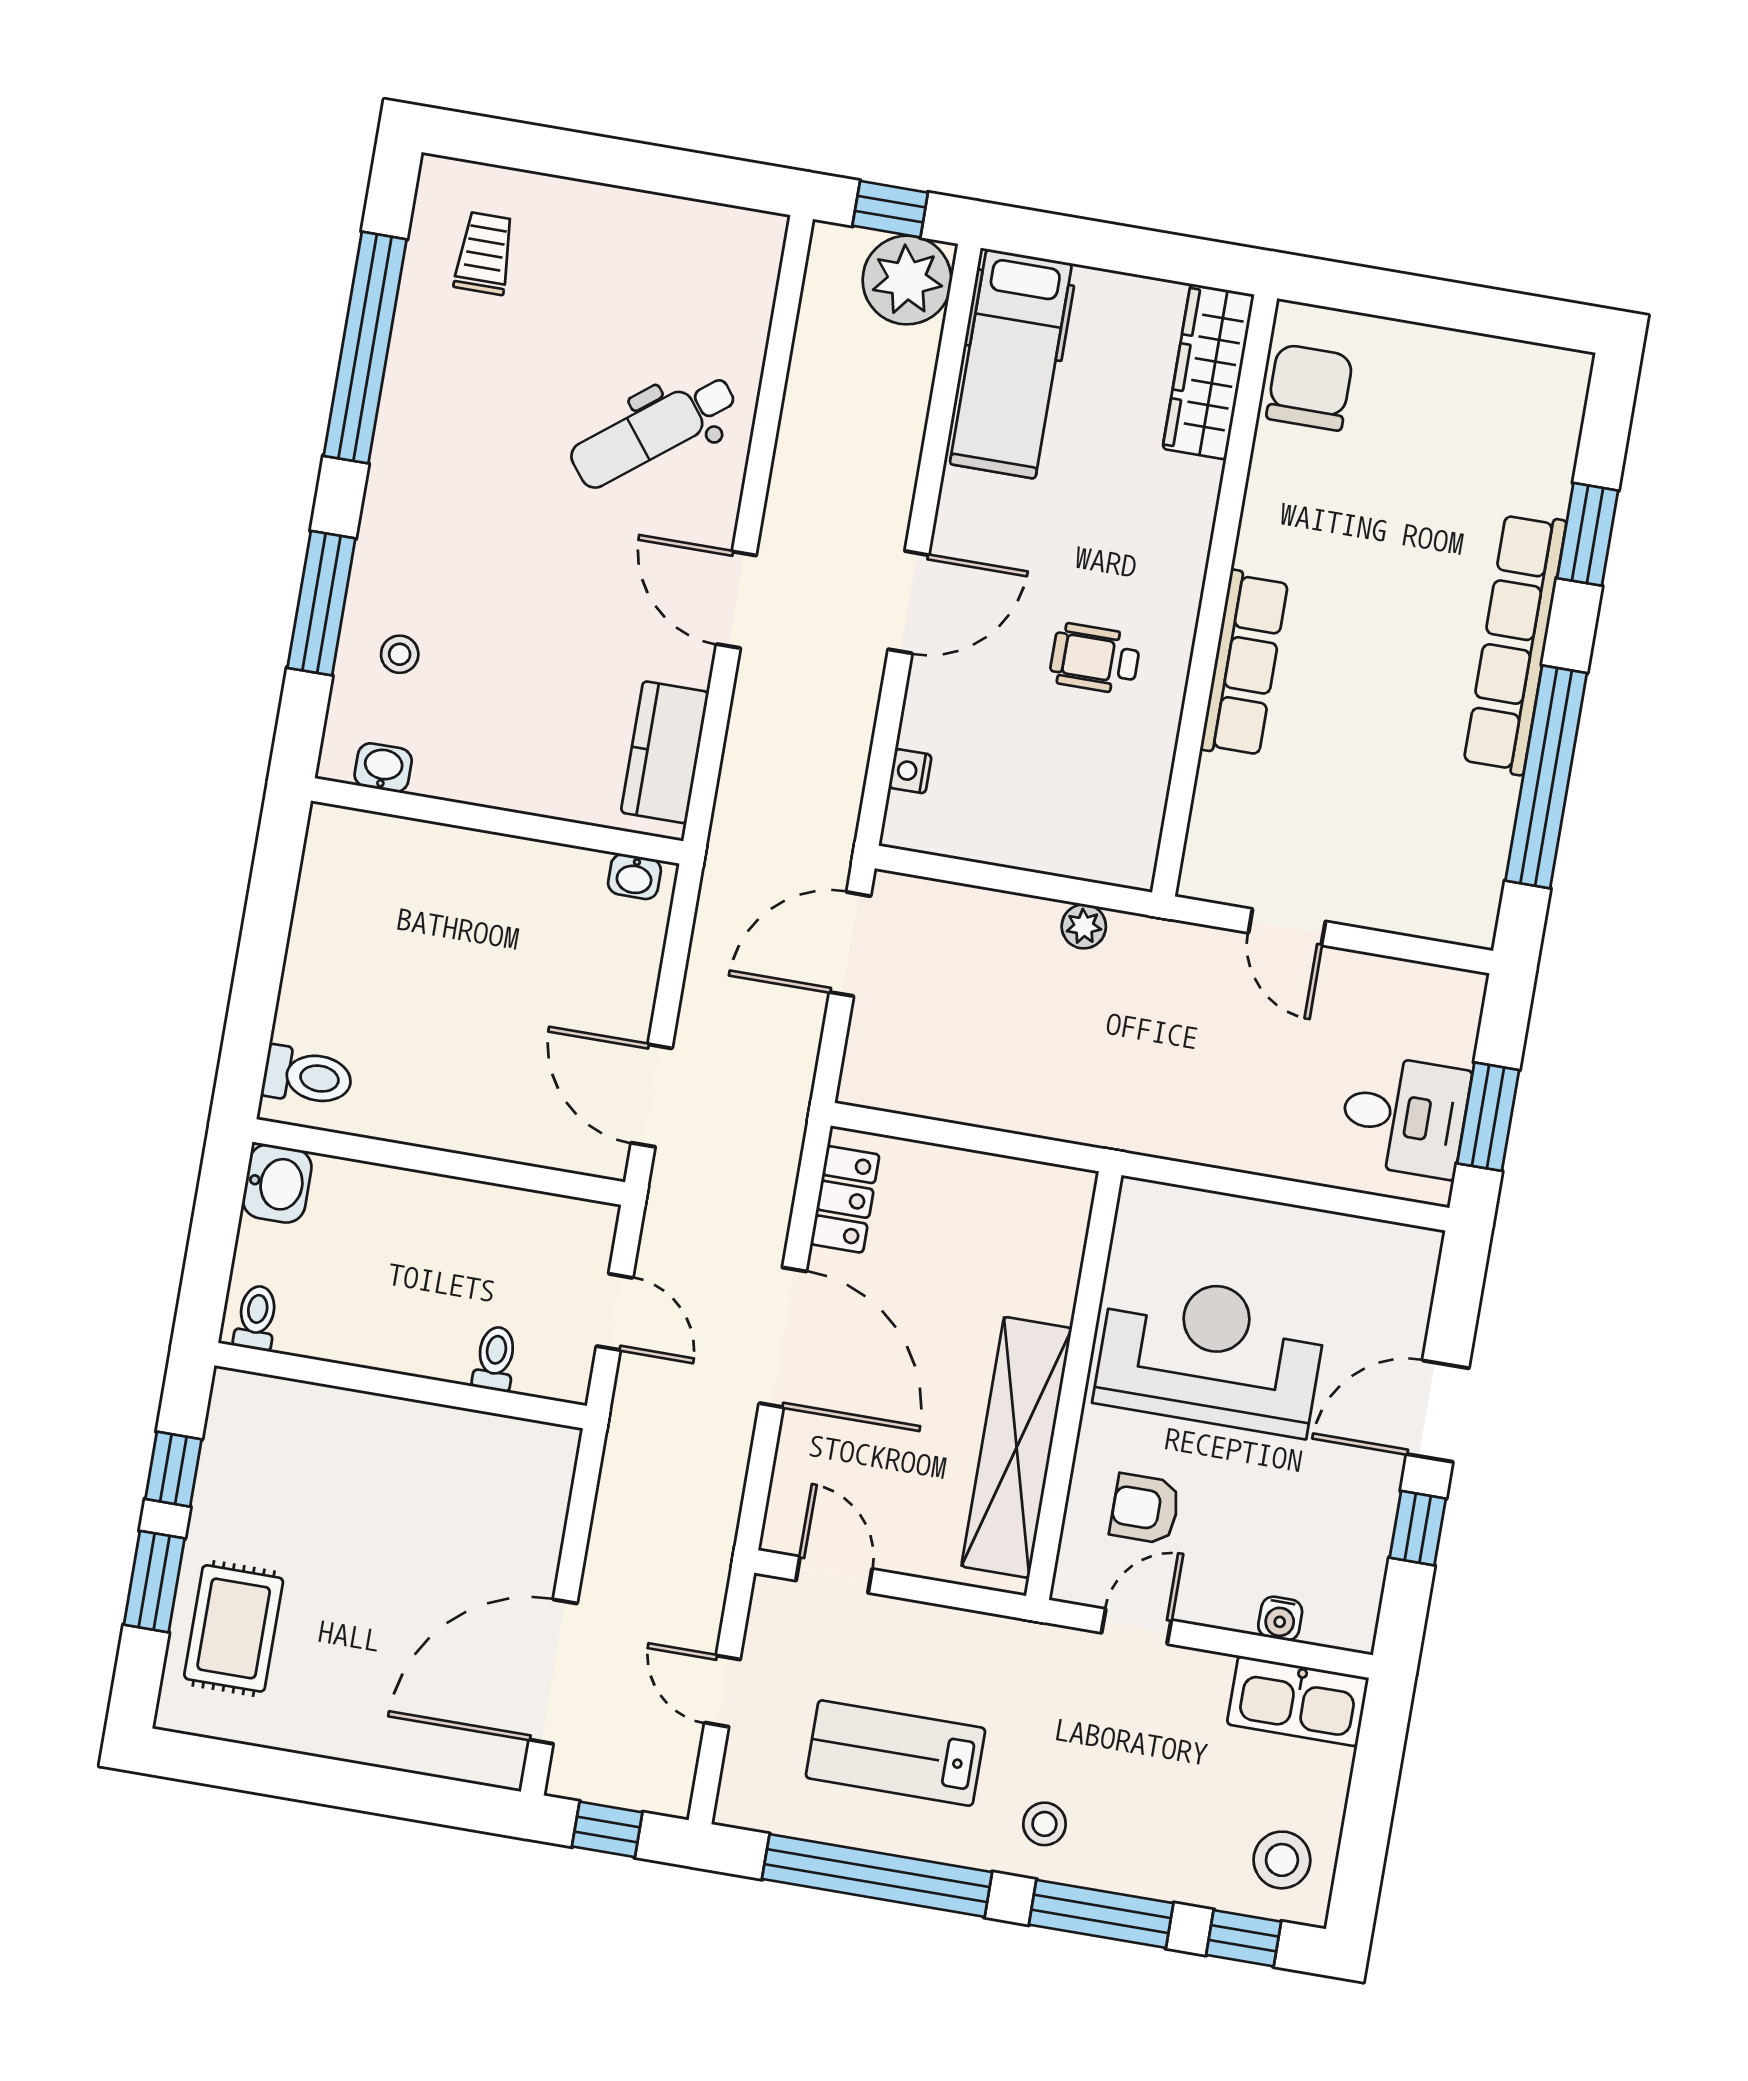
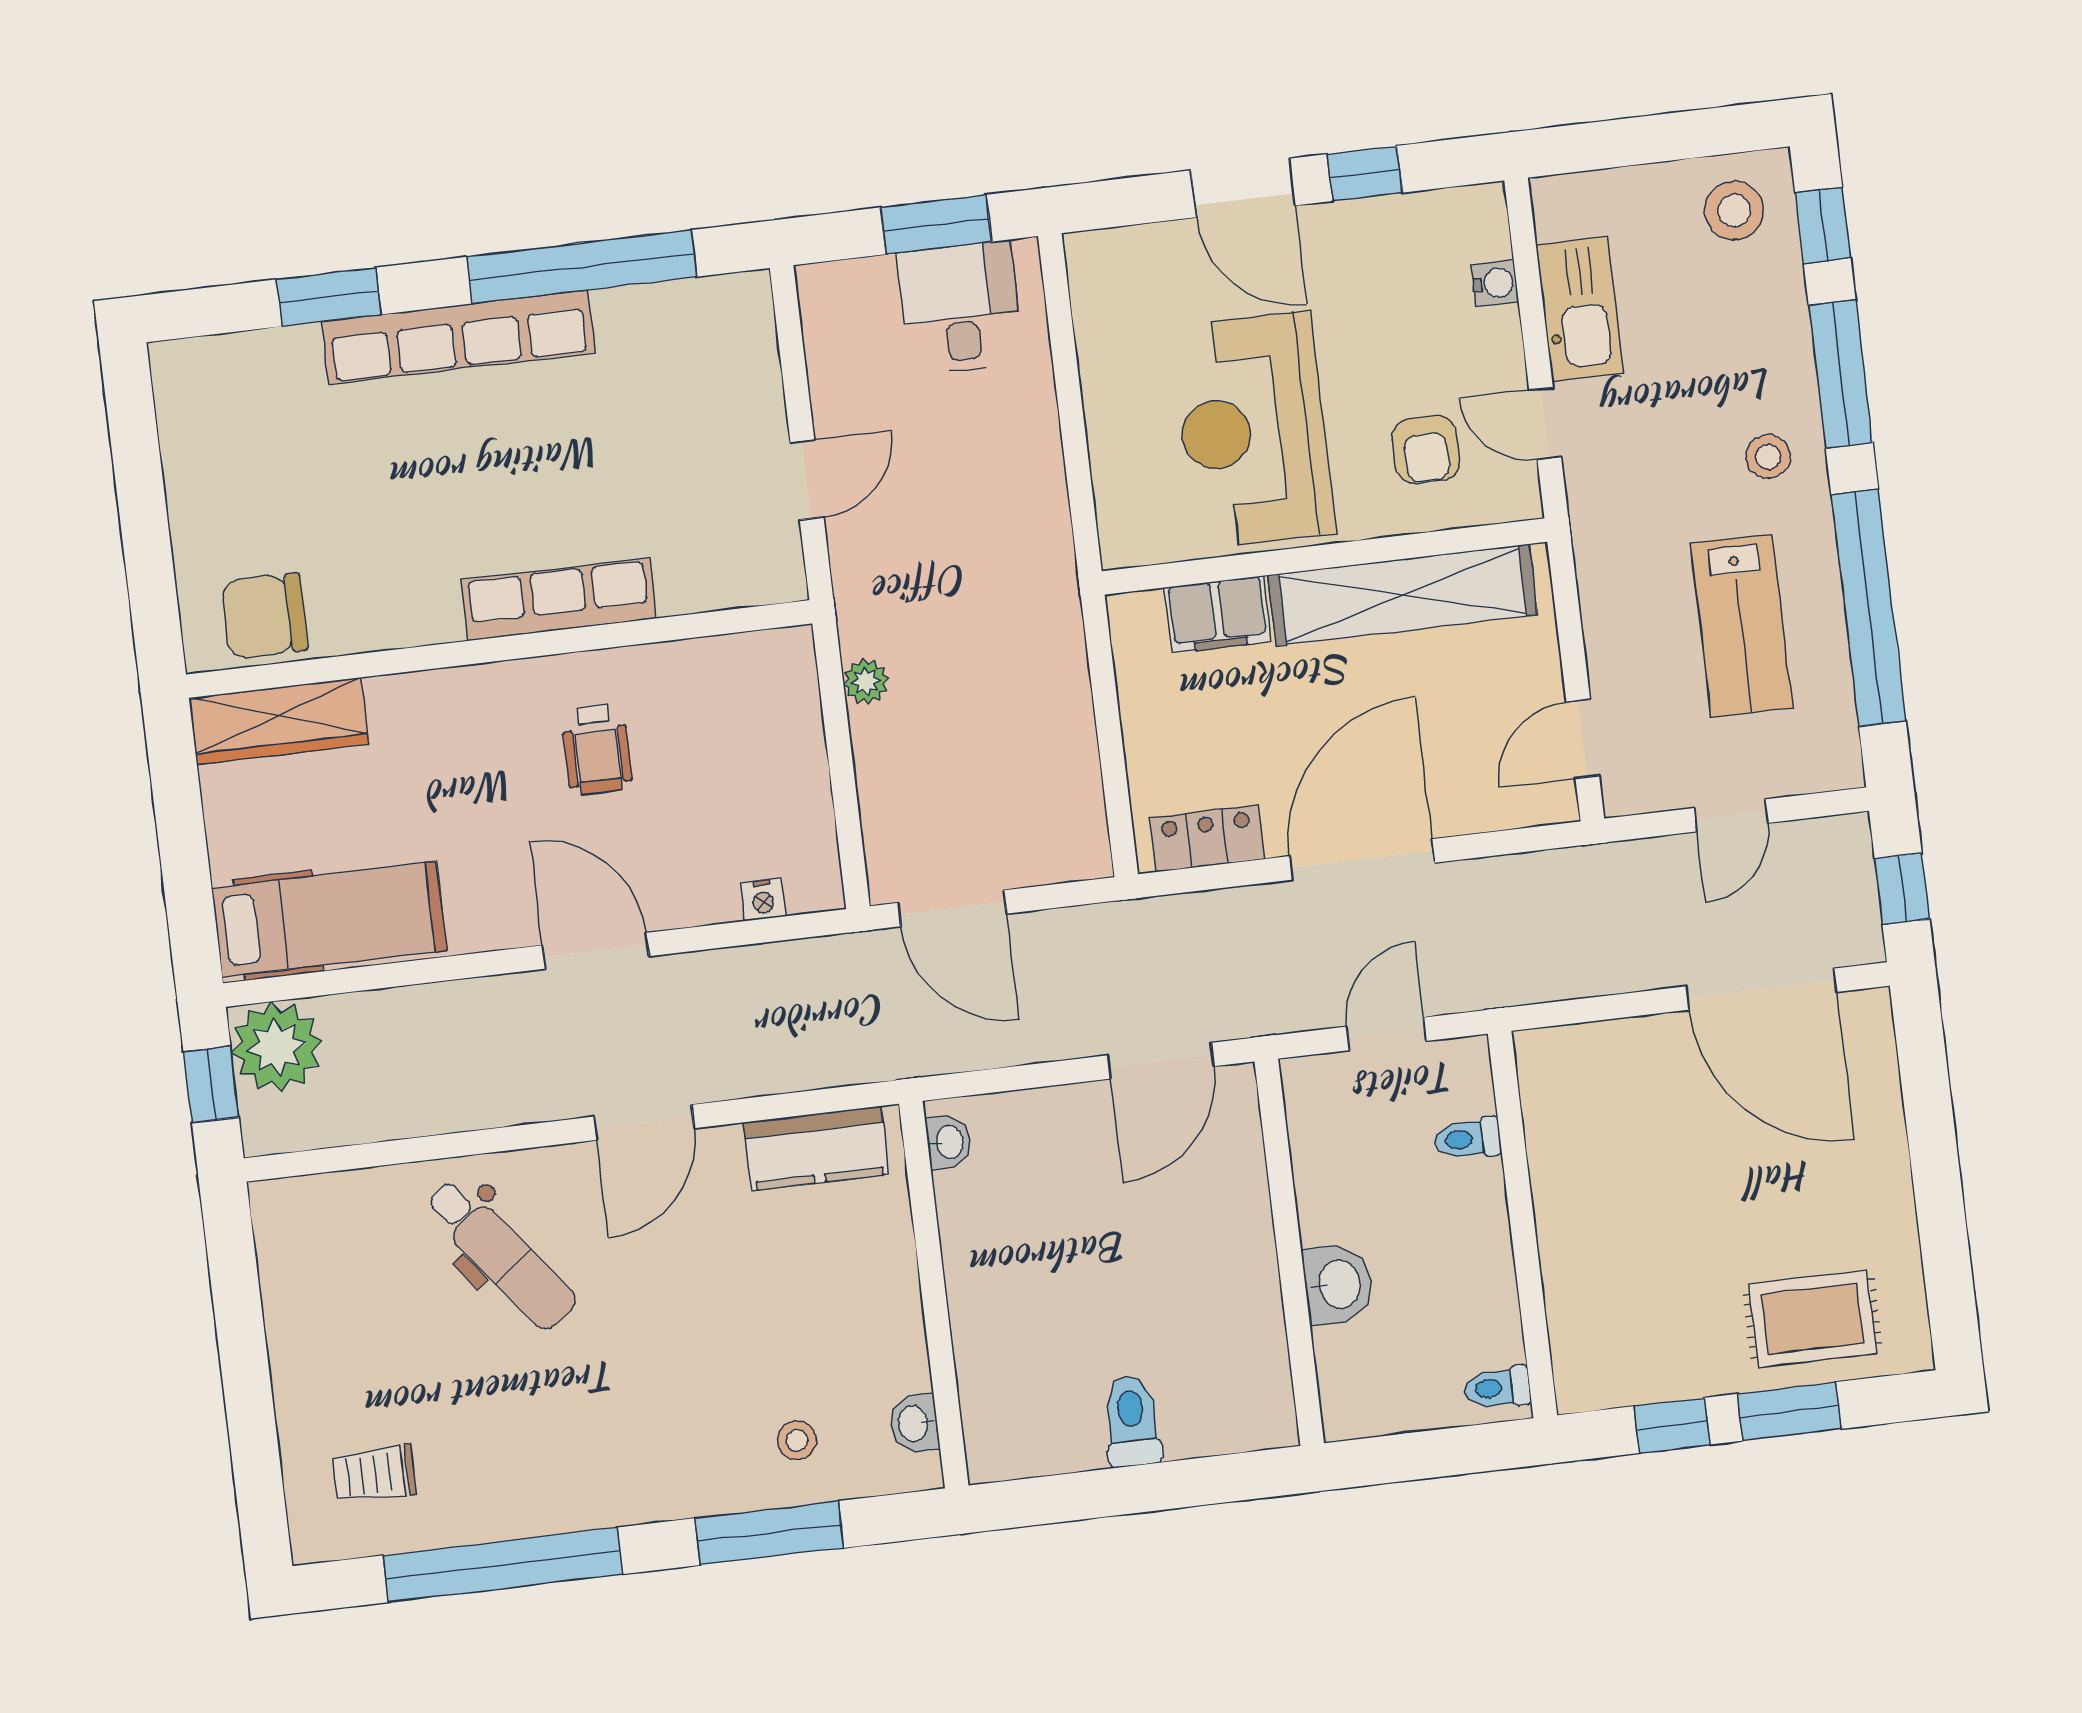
toilet: (308, 1076) -> (1132, 1421), moved
washbasin: (277, 1184) -> (1338, 1284), moved, turned 90
filing cabinet: (1049, 1271) -> (1218, 615), added
kitchen sink: (1298, 1701) -> (1580, 309), moved

